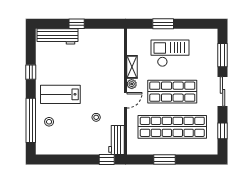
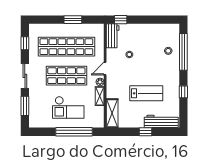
window: (163, 24) -> (74, 132), width x2.11
shelving: (117, 46) -> (112, 113), added
lab bench: (60, 94) -> (146, 93), moved

